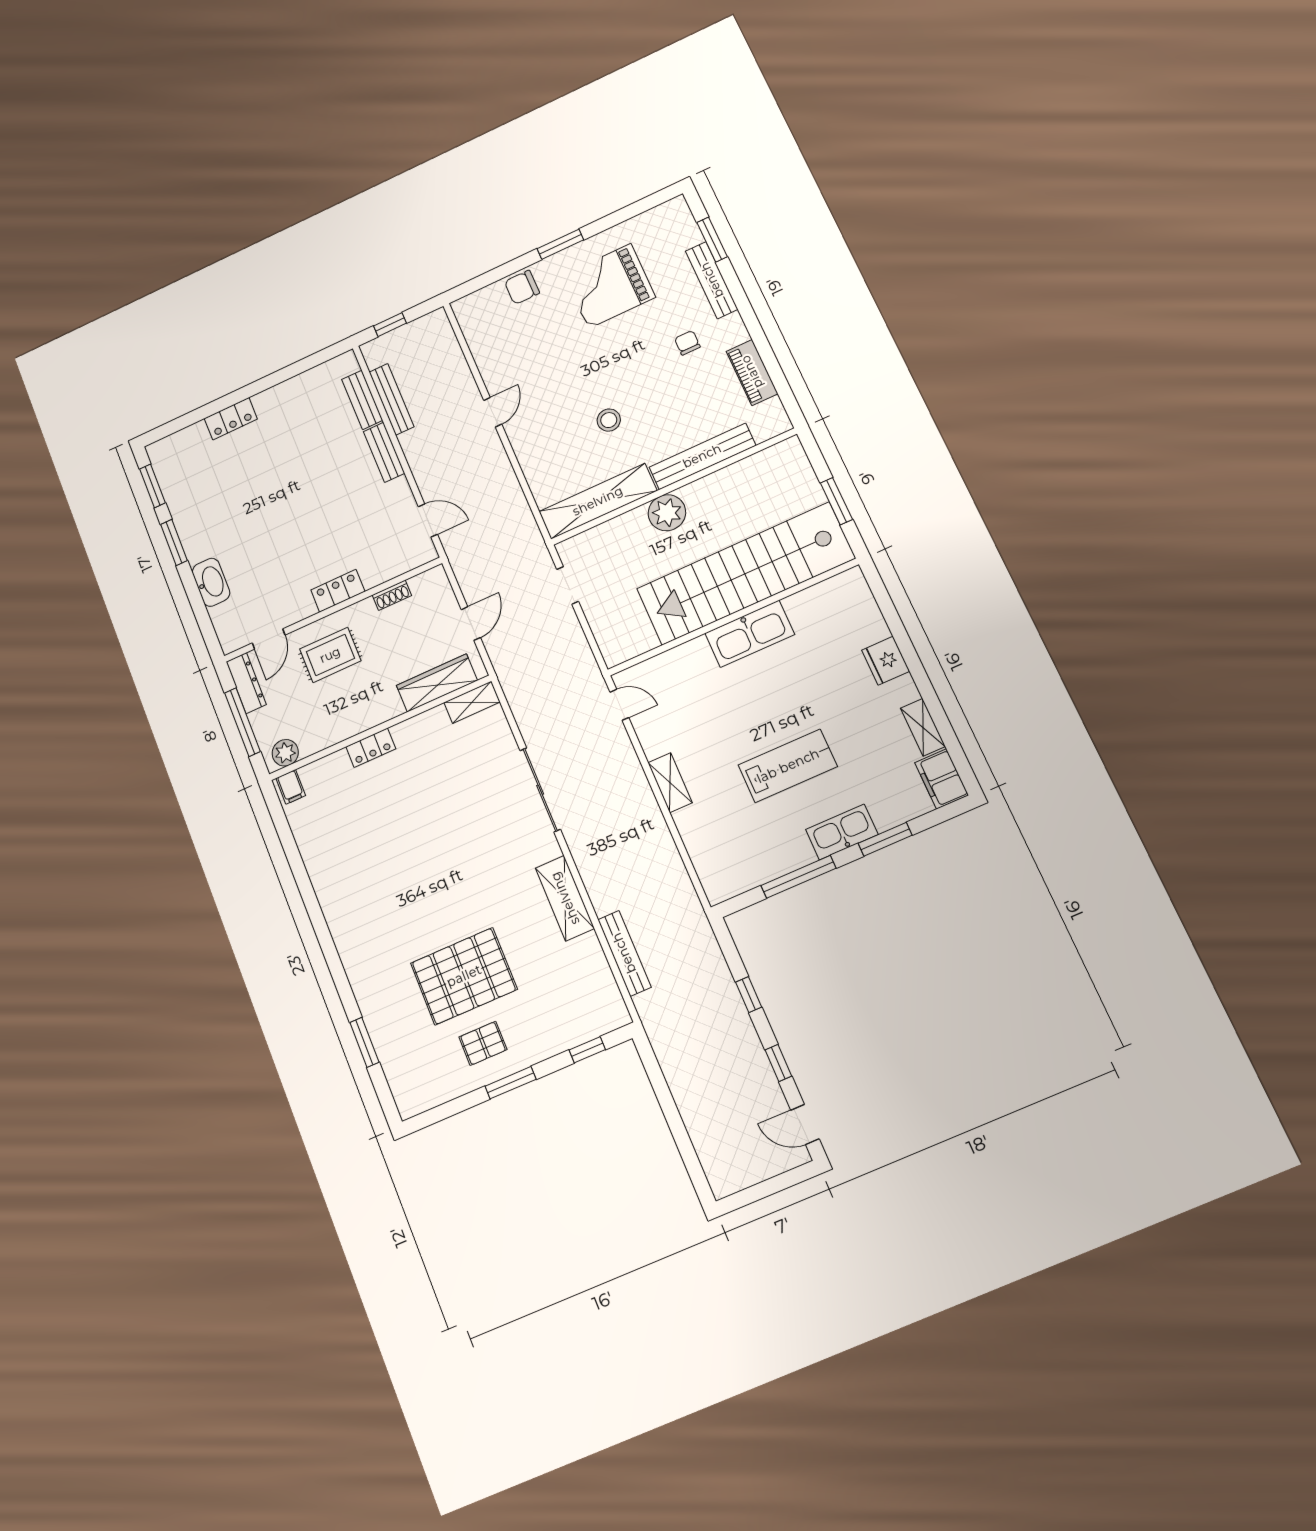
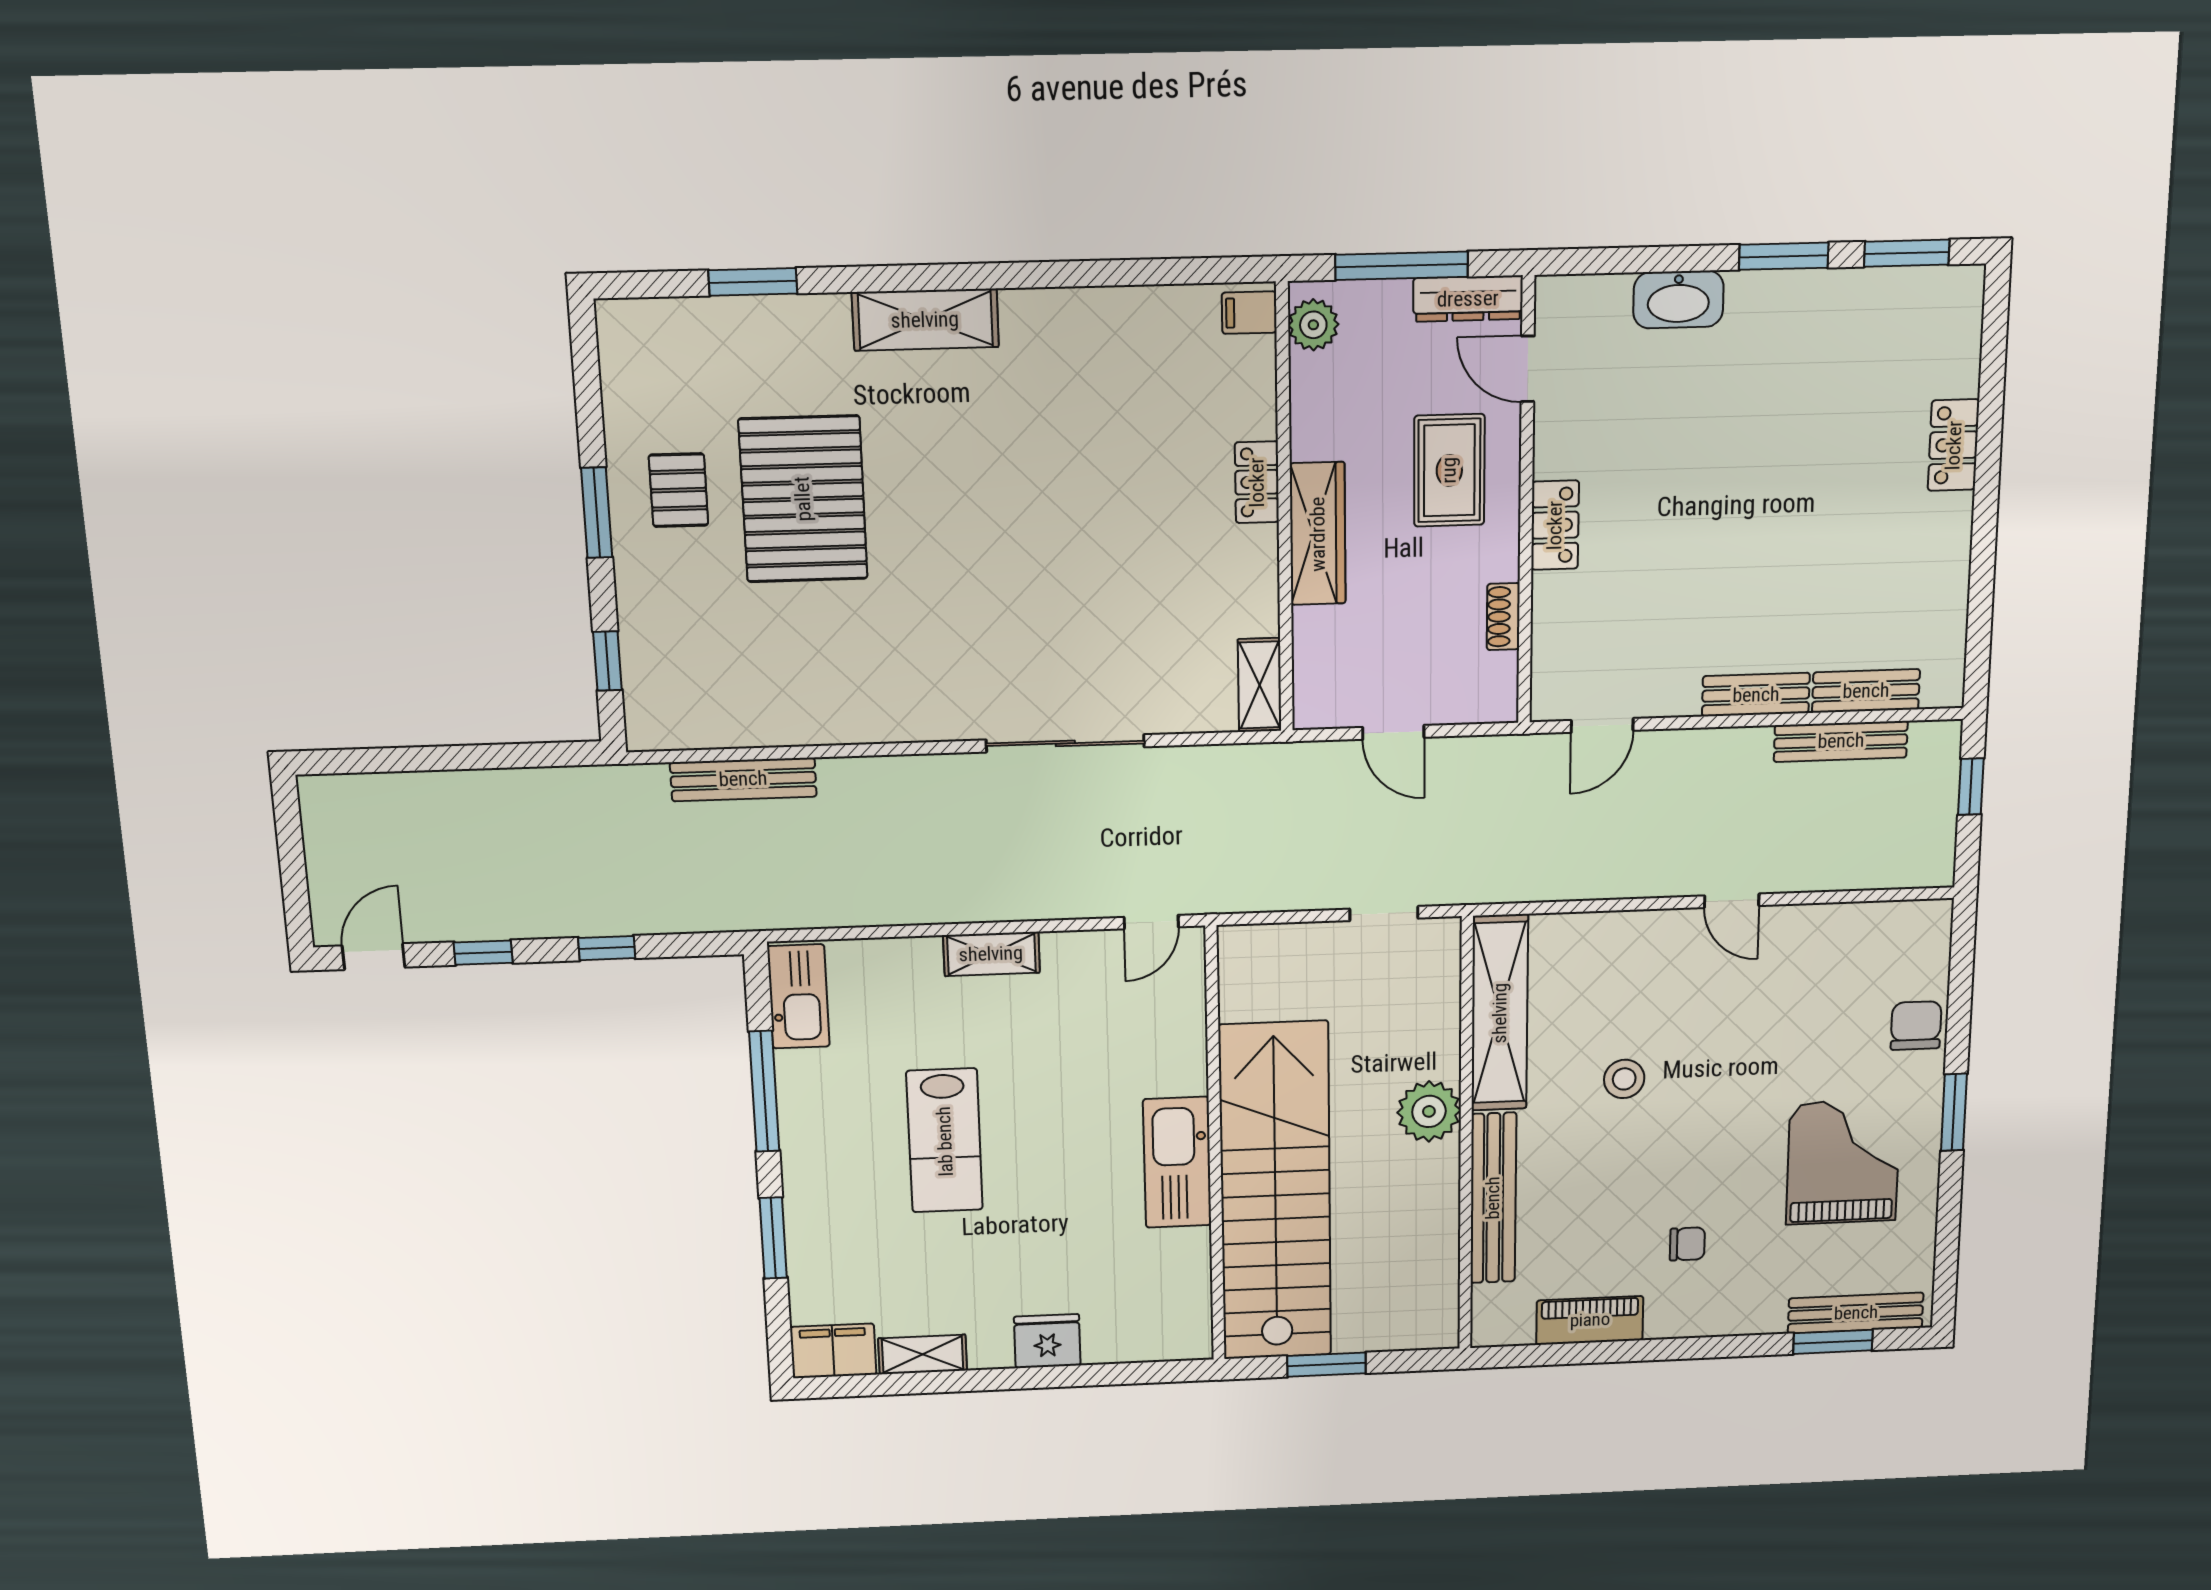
bench: (712, 280) -> (1856, 1313), moved
wardrobe: (437, 683) -> (1318, 534), moved
kitchen sink: (842, 832) -> (798, 996), moved
shelving: (565, 898) -> (925, 320), moved

